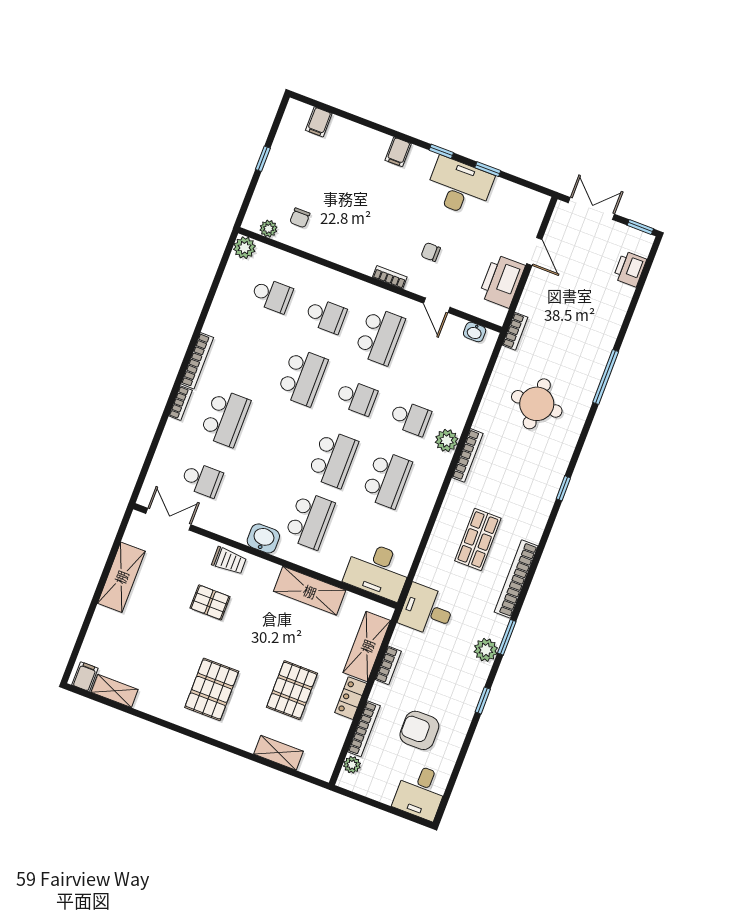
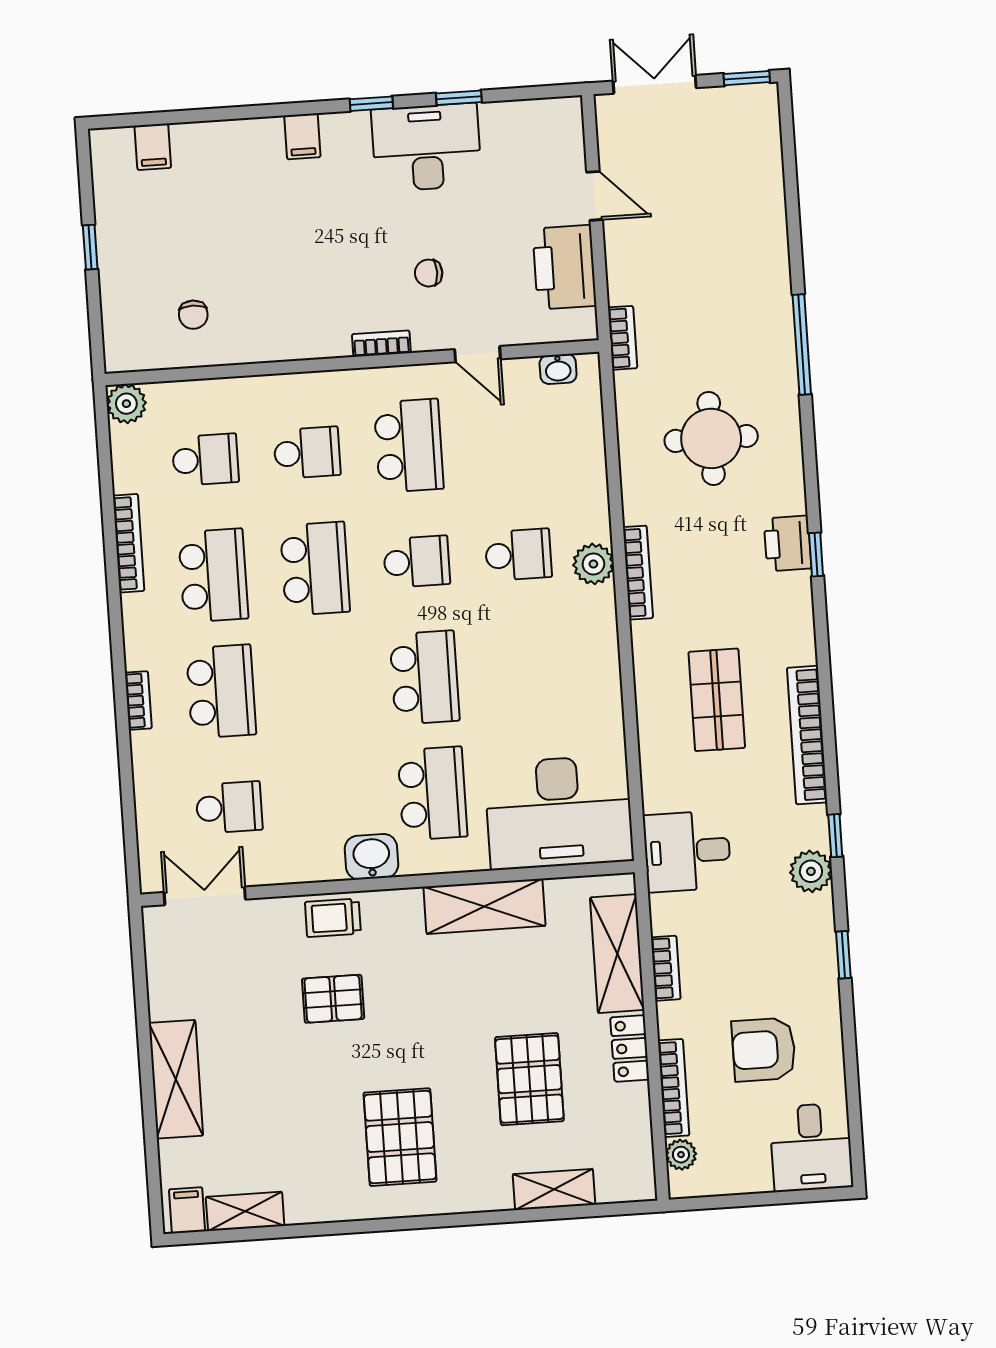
plant: (268, 229) -> (151, 355), removed
printer: (630, 269) -> (788, 543), moved
bookcase: (197, 361) -> (129, 543), moved
school desk: (387, 479) -> (213, 576), moved
trolley: (229, 561) -> (333, 918), turned 180
desk: (378, 570) -> (559, 812), width x1.36, depth x1.30
shelving: (121, 577) -> (176, 1079), moved
window: (507, 637) -> (835, 836), width x0.67

